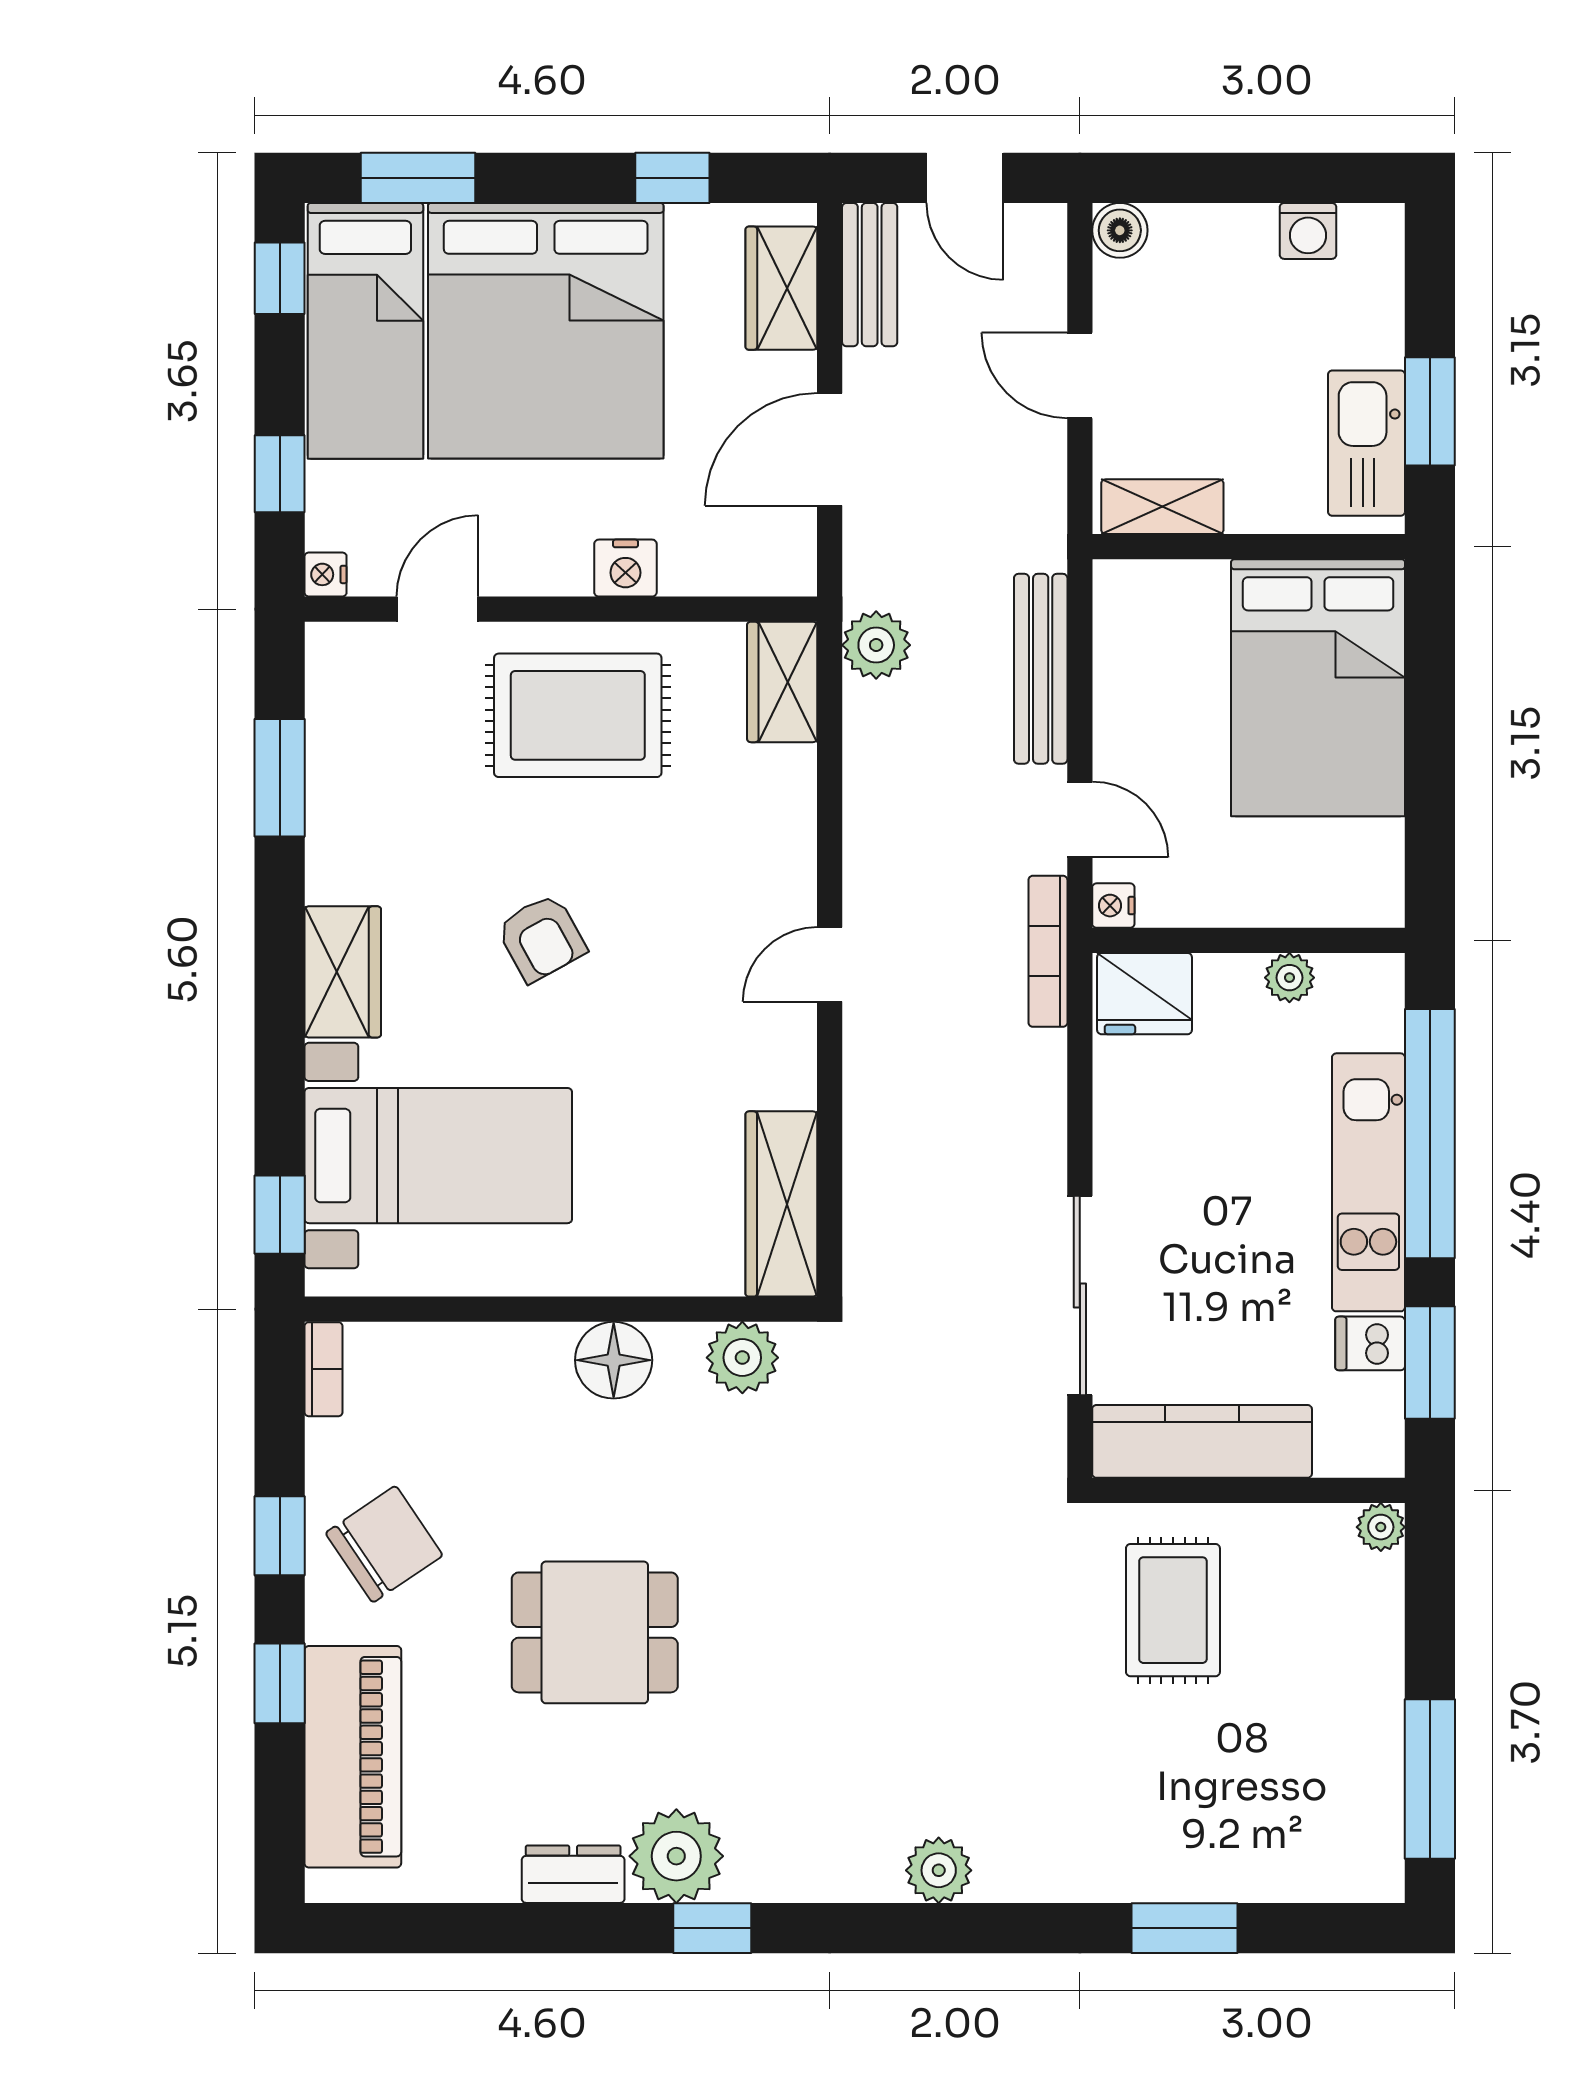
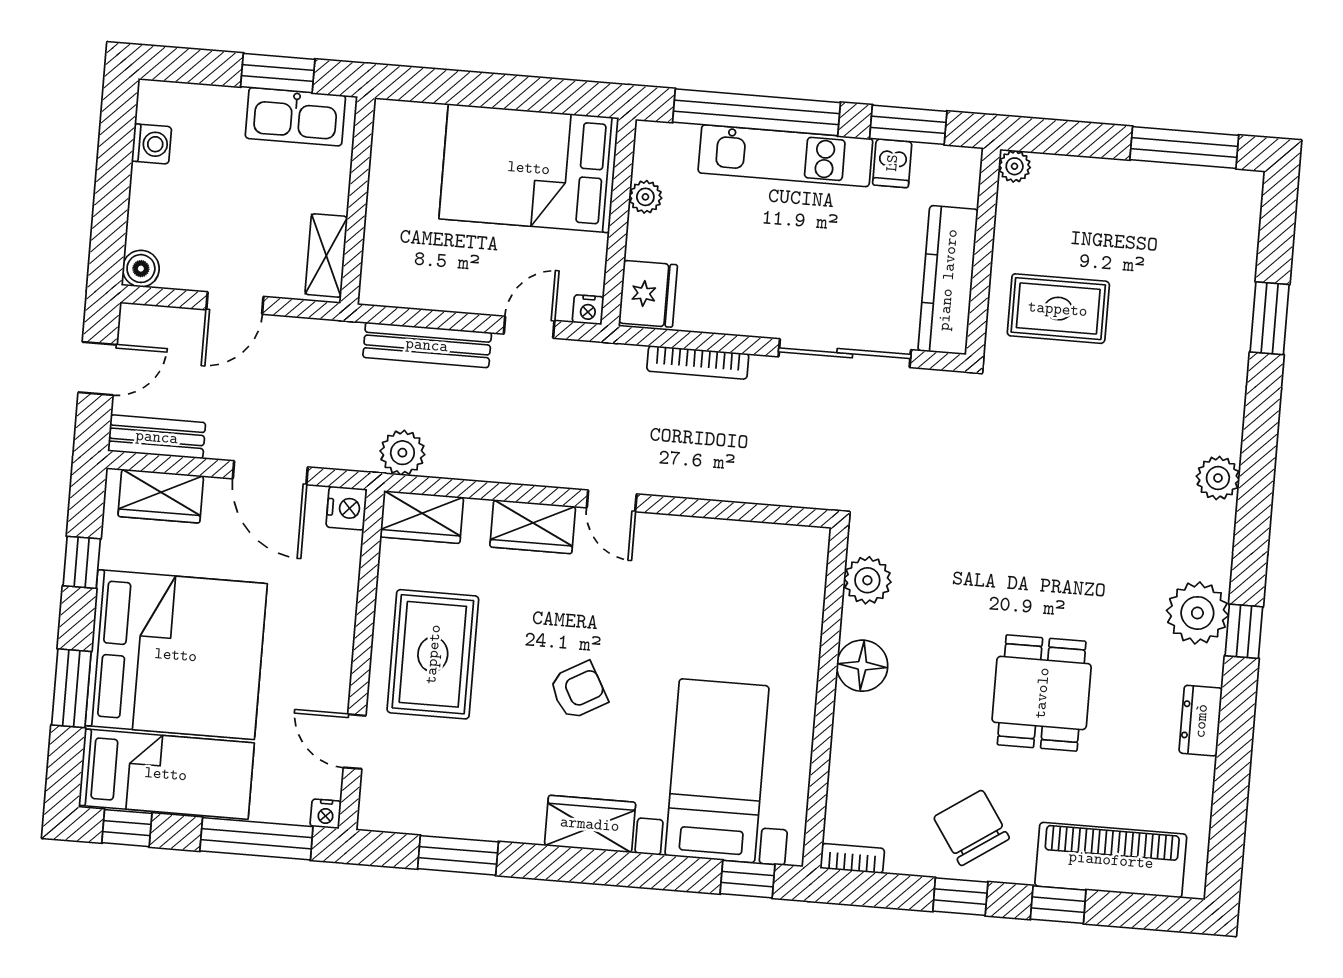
window: (418, 178) -> (71, 688), moved
window: (280, 474) -> (256, 839), width x2.17
nightstand: (625, 568) -> (347, 508), moved
bed: (1318, 688) -> (529, 168), moved, turned 180
bookcase: (1048, 951) -> (698, 362), moved
wardrobe: (781, 1204) -> (533, 527), moved, width x0.67
plant: (676, 1856) -> (1197, 613), moved

